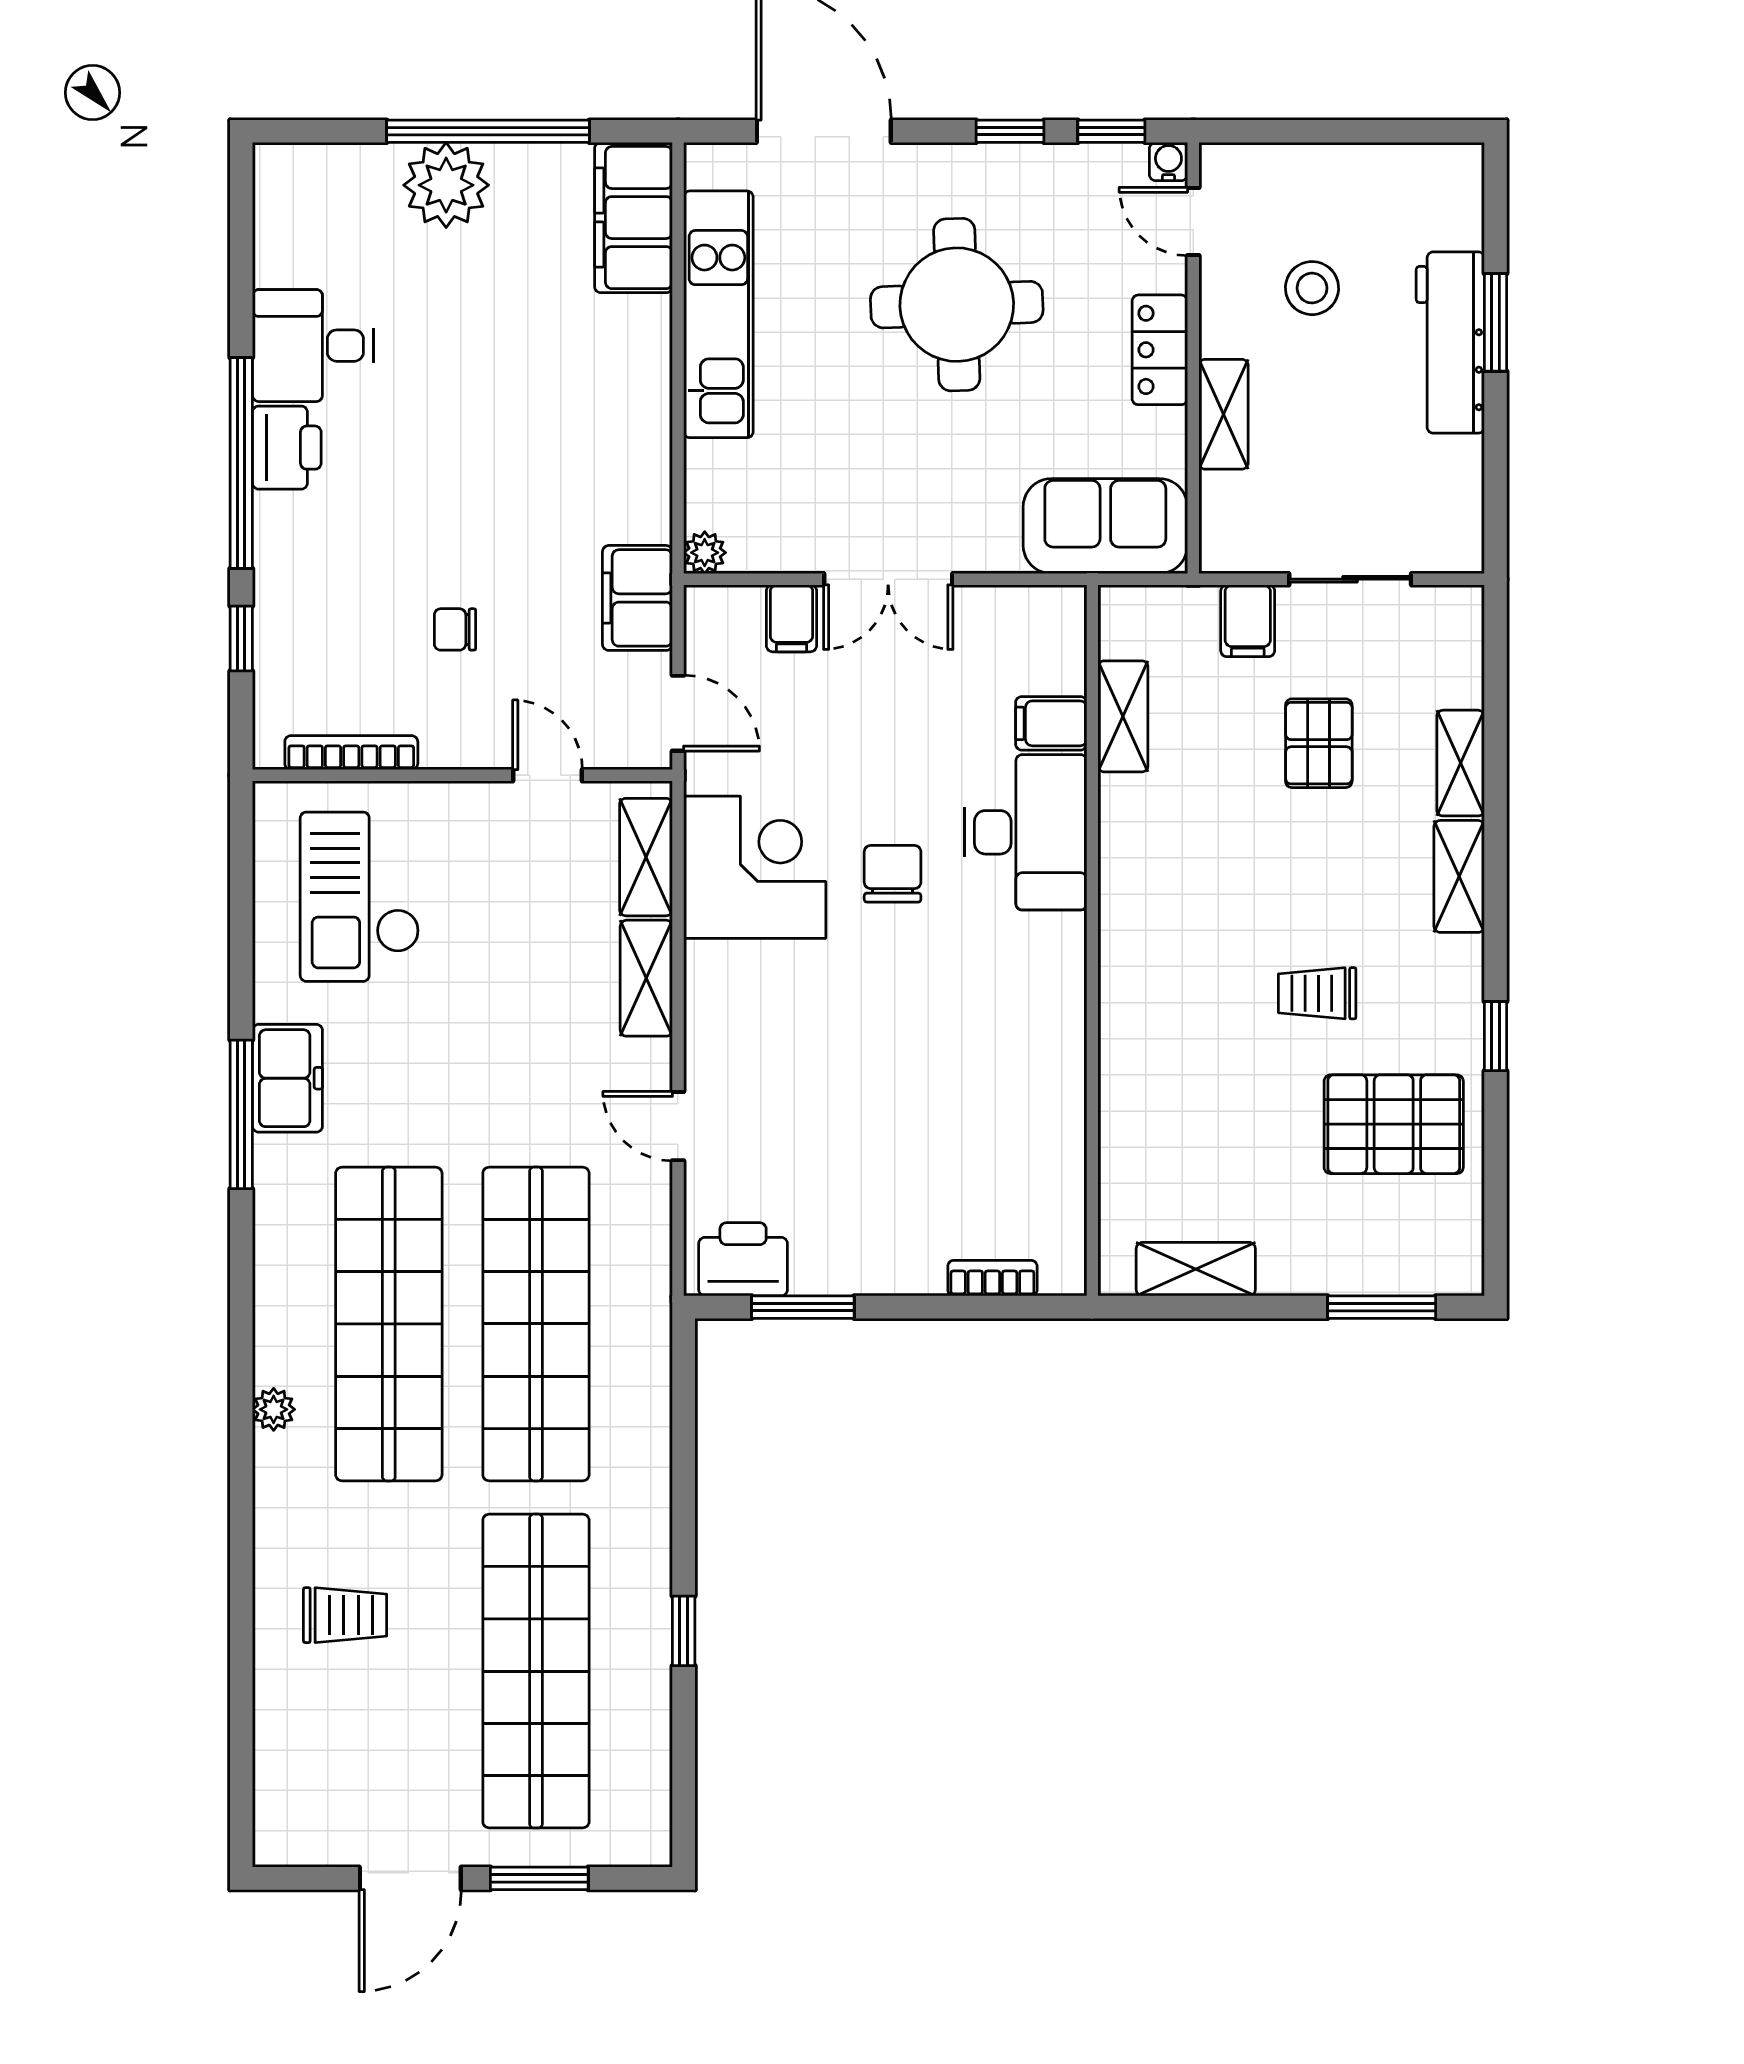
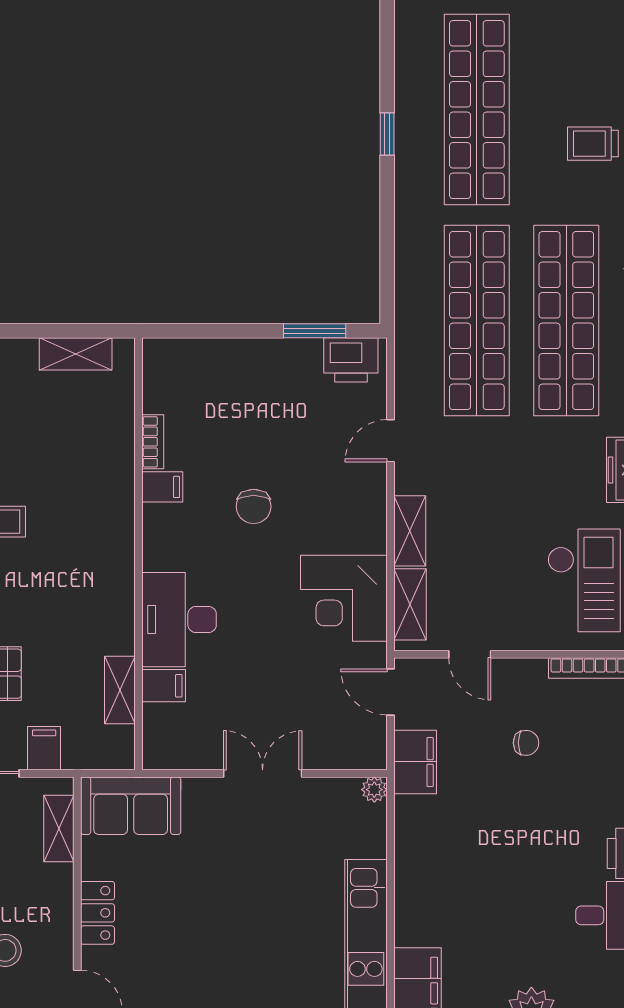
round table: (957, 305) -> (221, 940), removed
shelving: (1223, 414) -> (59, 829), moved
filing cabinet: (792, 618) -> (162, 487), moved, turned 90
chair: (893, 874) -> (254, 506), moved
door: (678, 1126) -> (390, 441), swing flipped
bookcase: (992, 1278) -> (153, 442), moved, turned -90

